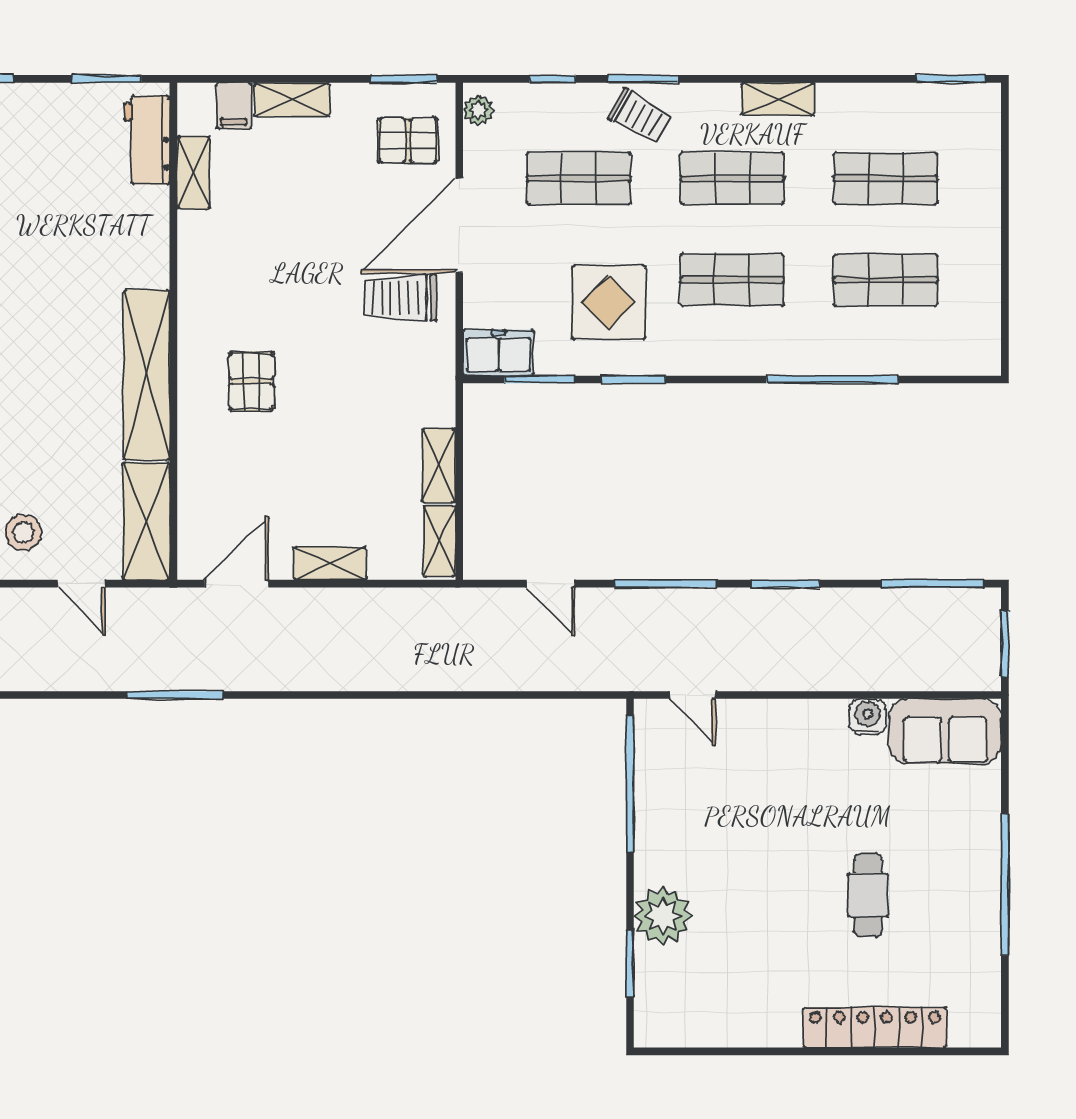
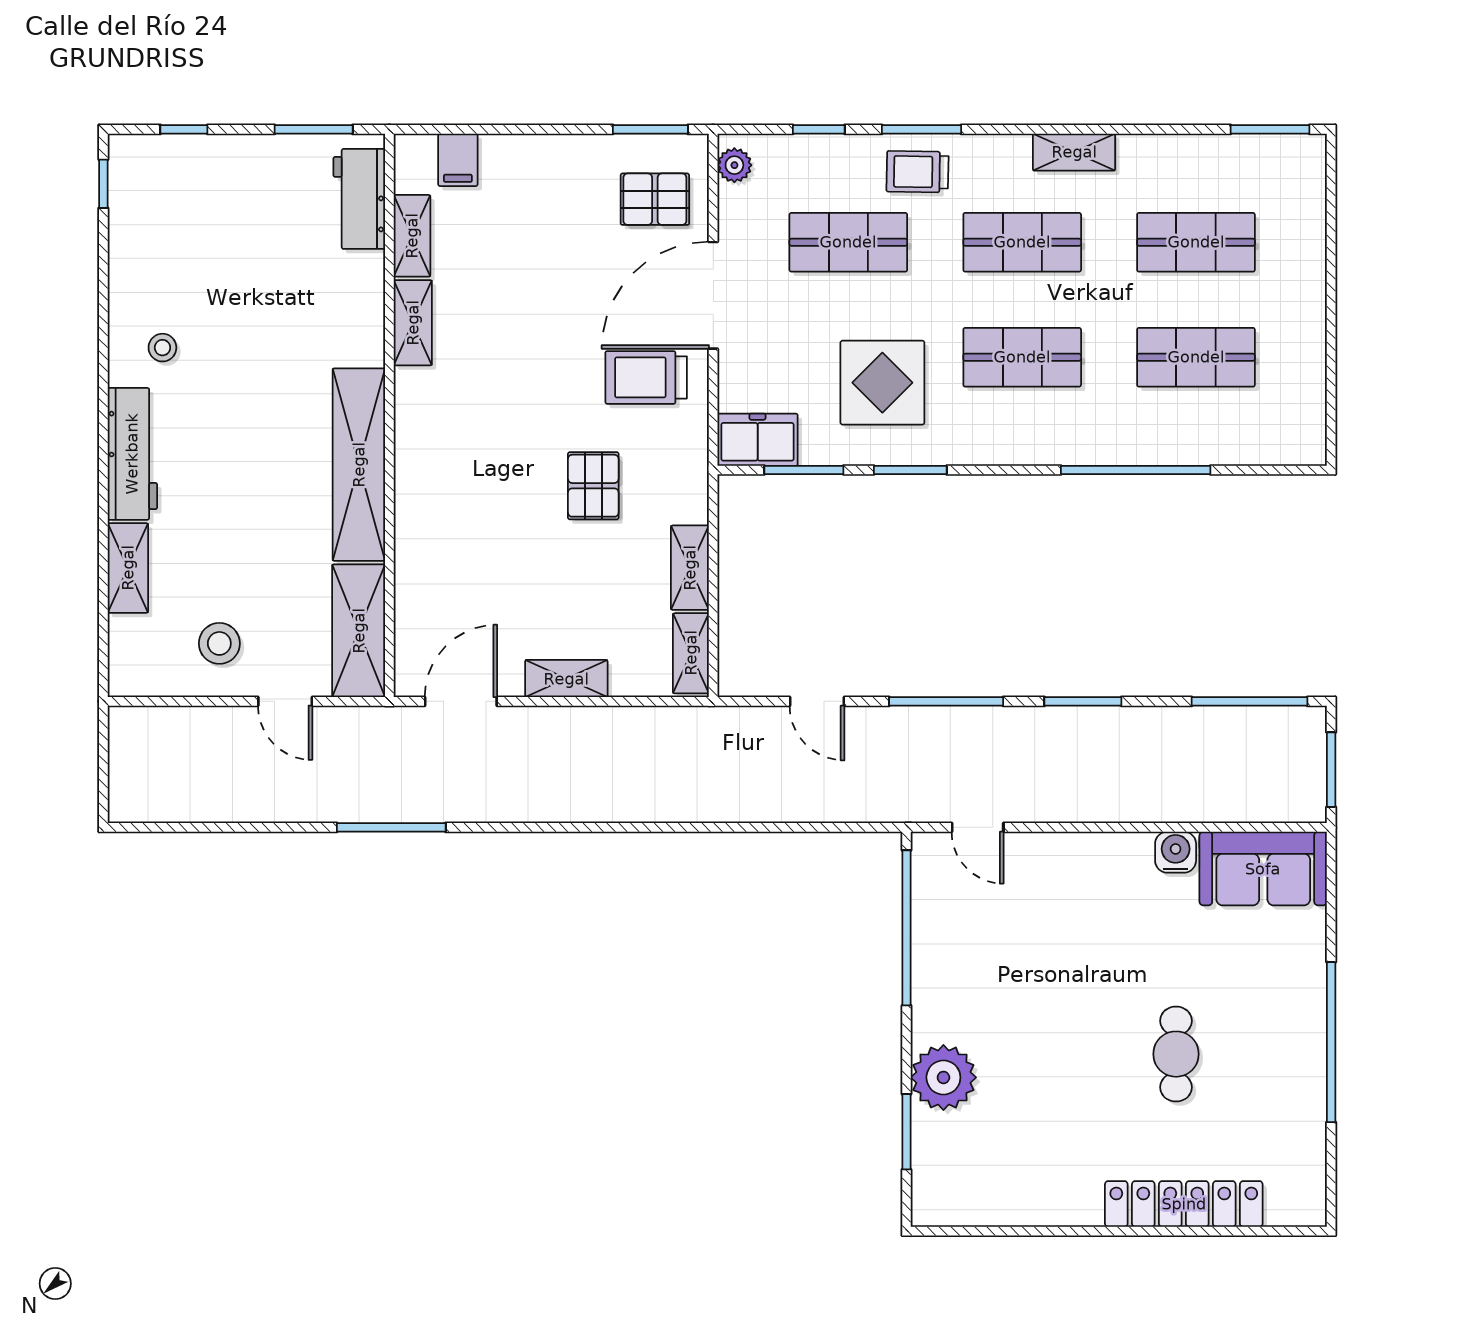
shelving: (292, 99) -> (413, 323), moved, turned 90
trolley: (640, 116) -> (917, 172), turned 152
pallet: (251, 381) -> (593, 486), moved

